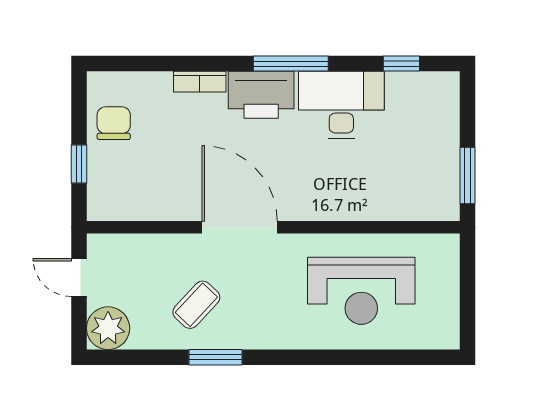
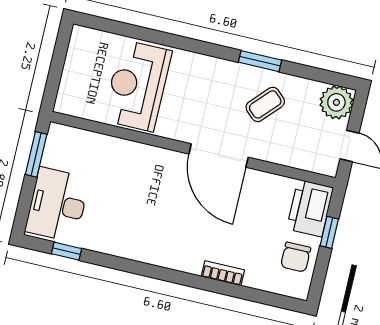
window: (291, 64) -> (150, 271), removed
printer: (261, 95) -> (310, 208), moved, turned -90
desk: (341, 105) -> (57, 205), moved, turned 90
reception desk: (361, 291) -> (137, 86), turned -90

